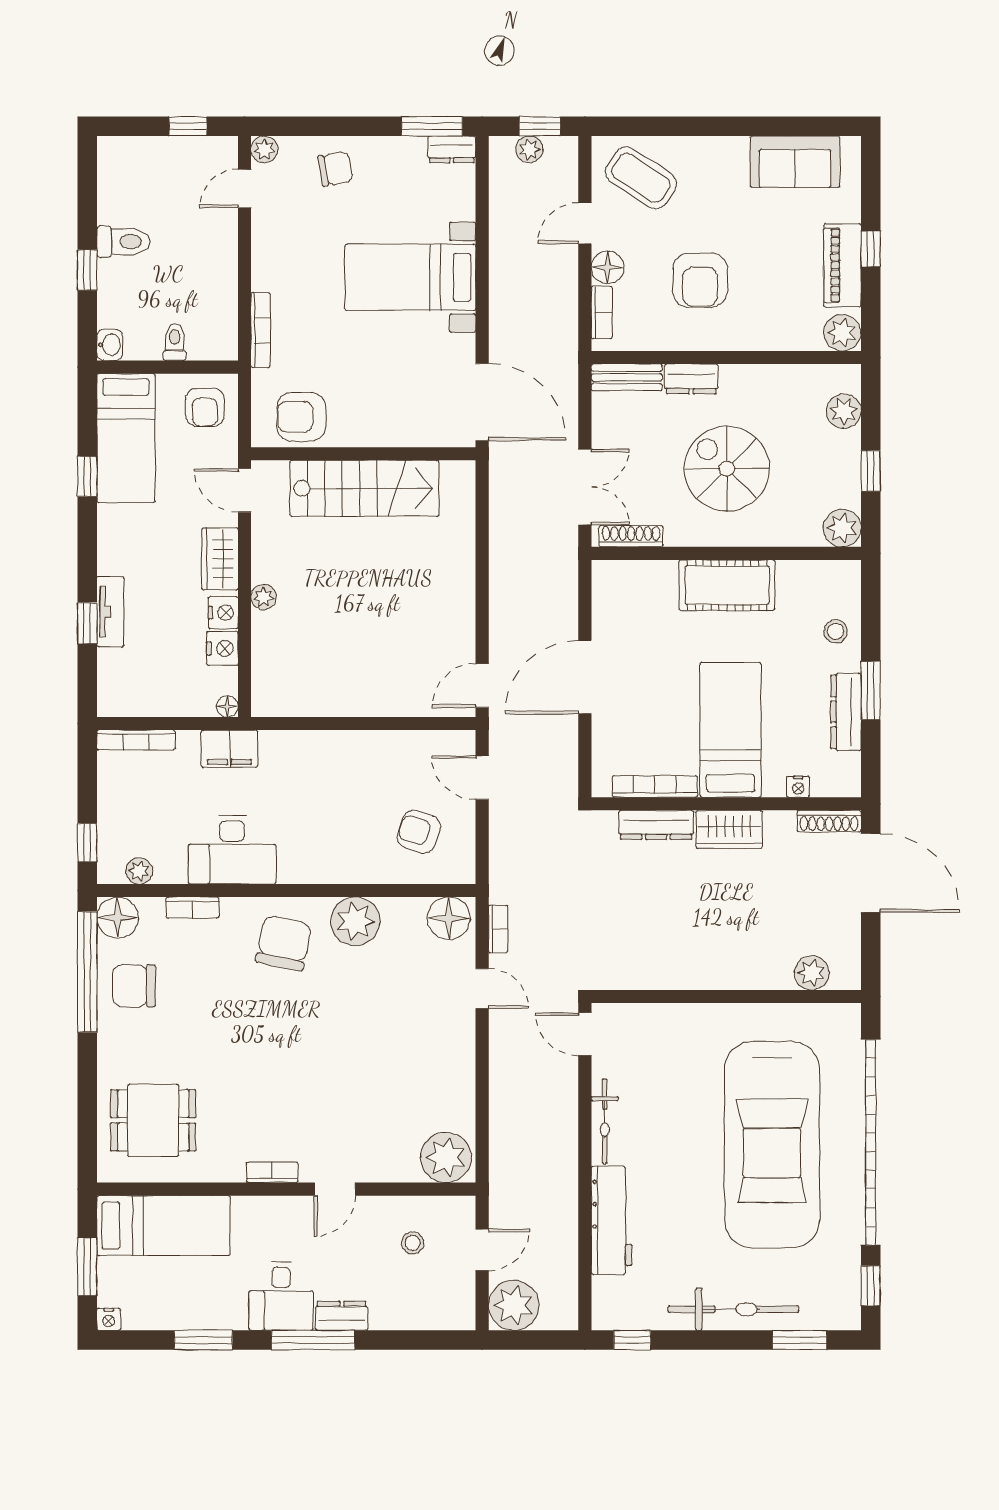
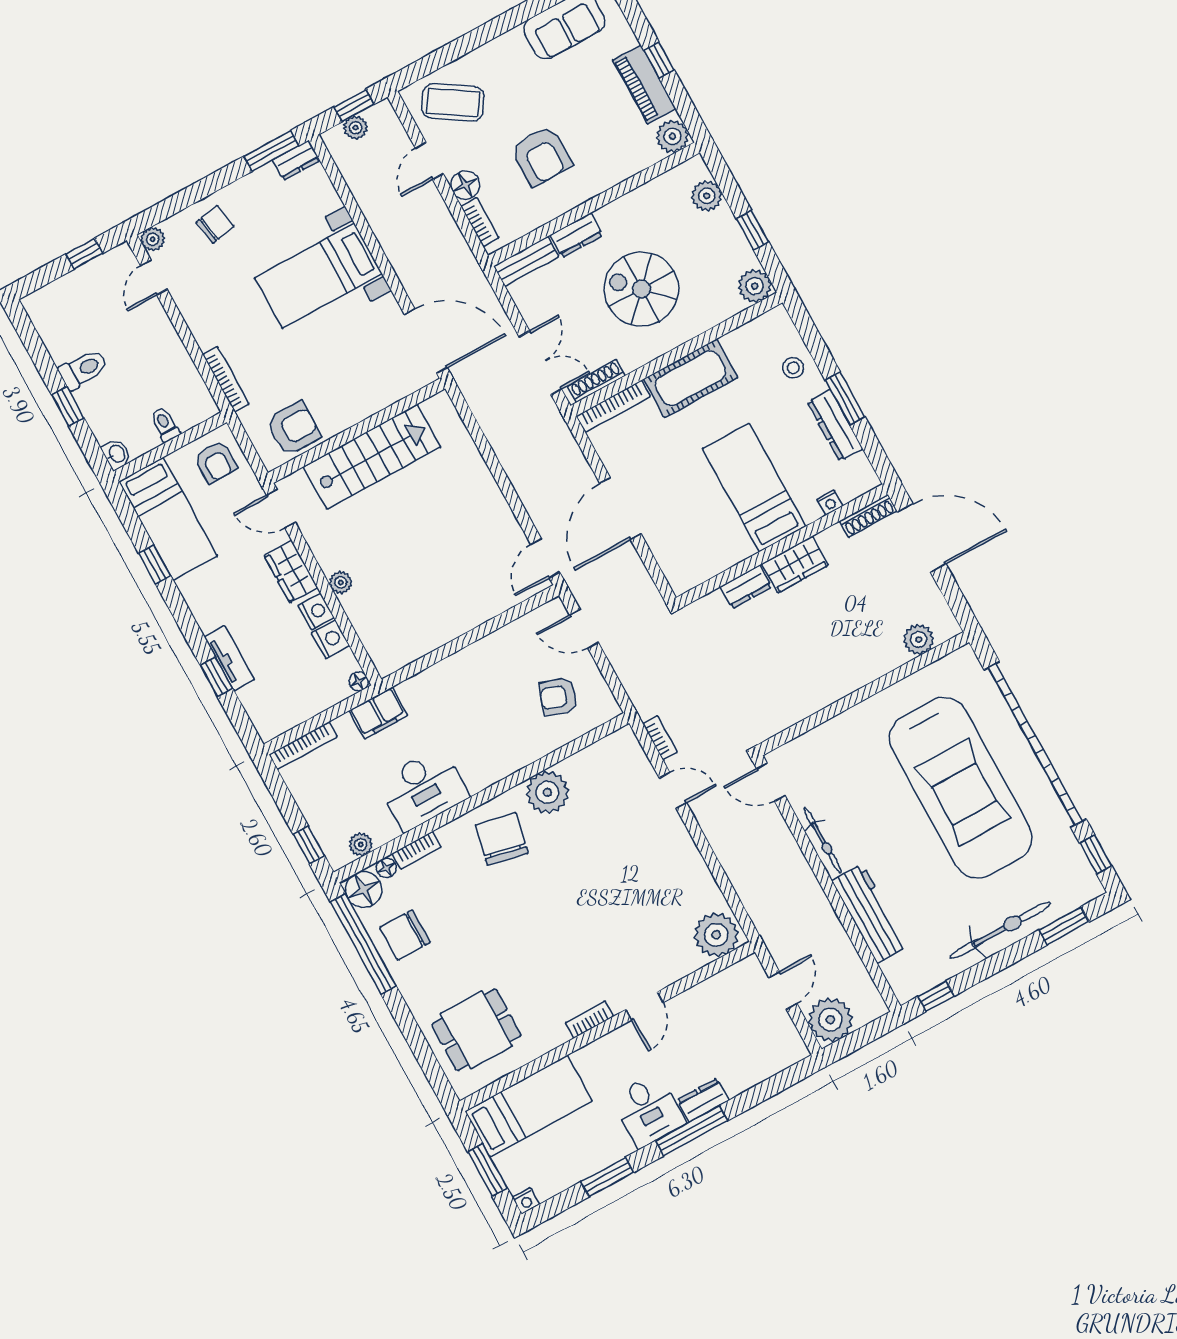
armchair: (301, 417) -> (293, 428), turned 180
bookcase: (655, 786) -> (613, 406), moved, turned 180
dresser: (656, 825) -> (746, 587), width x0.70
floor lamp: (449, 918) -> (386, 868), moved, width x0.53, depth x0.53
stool: (413, 1243) -> (727, 1014), removed

